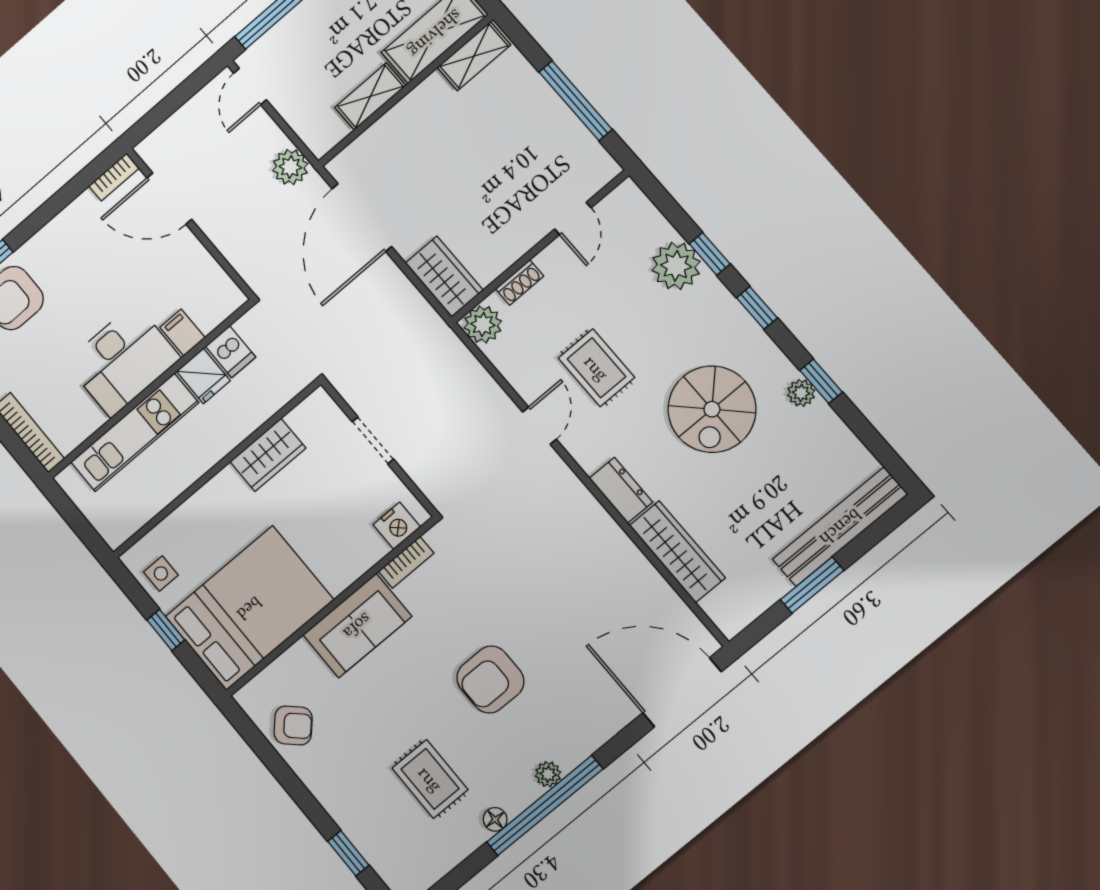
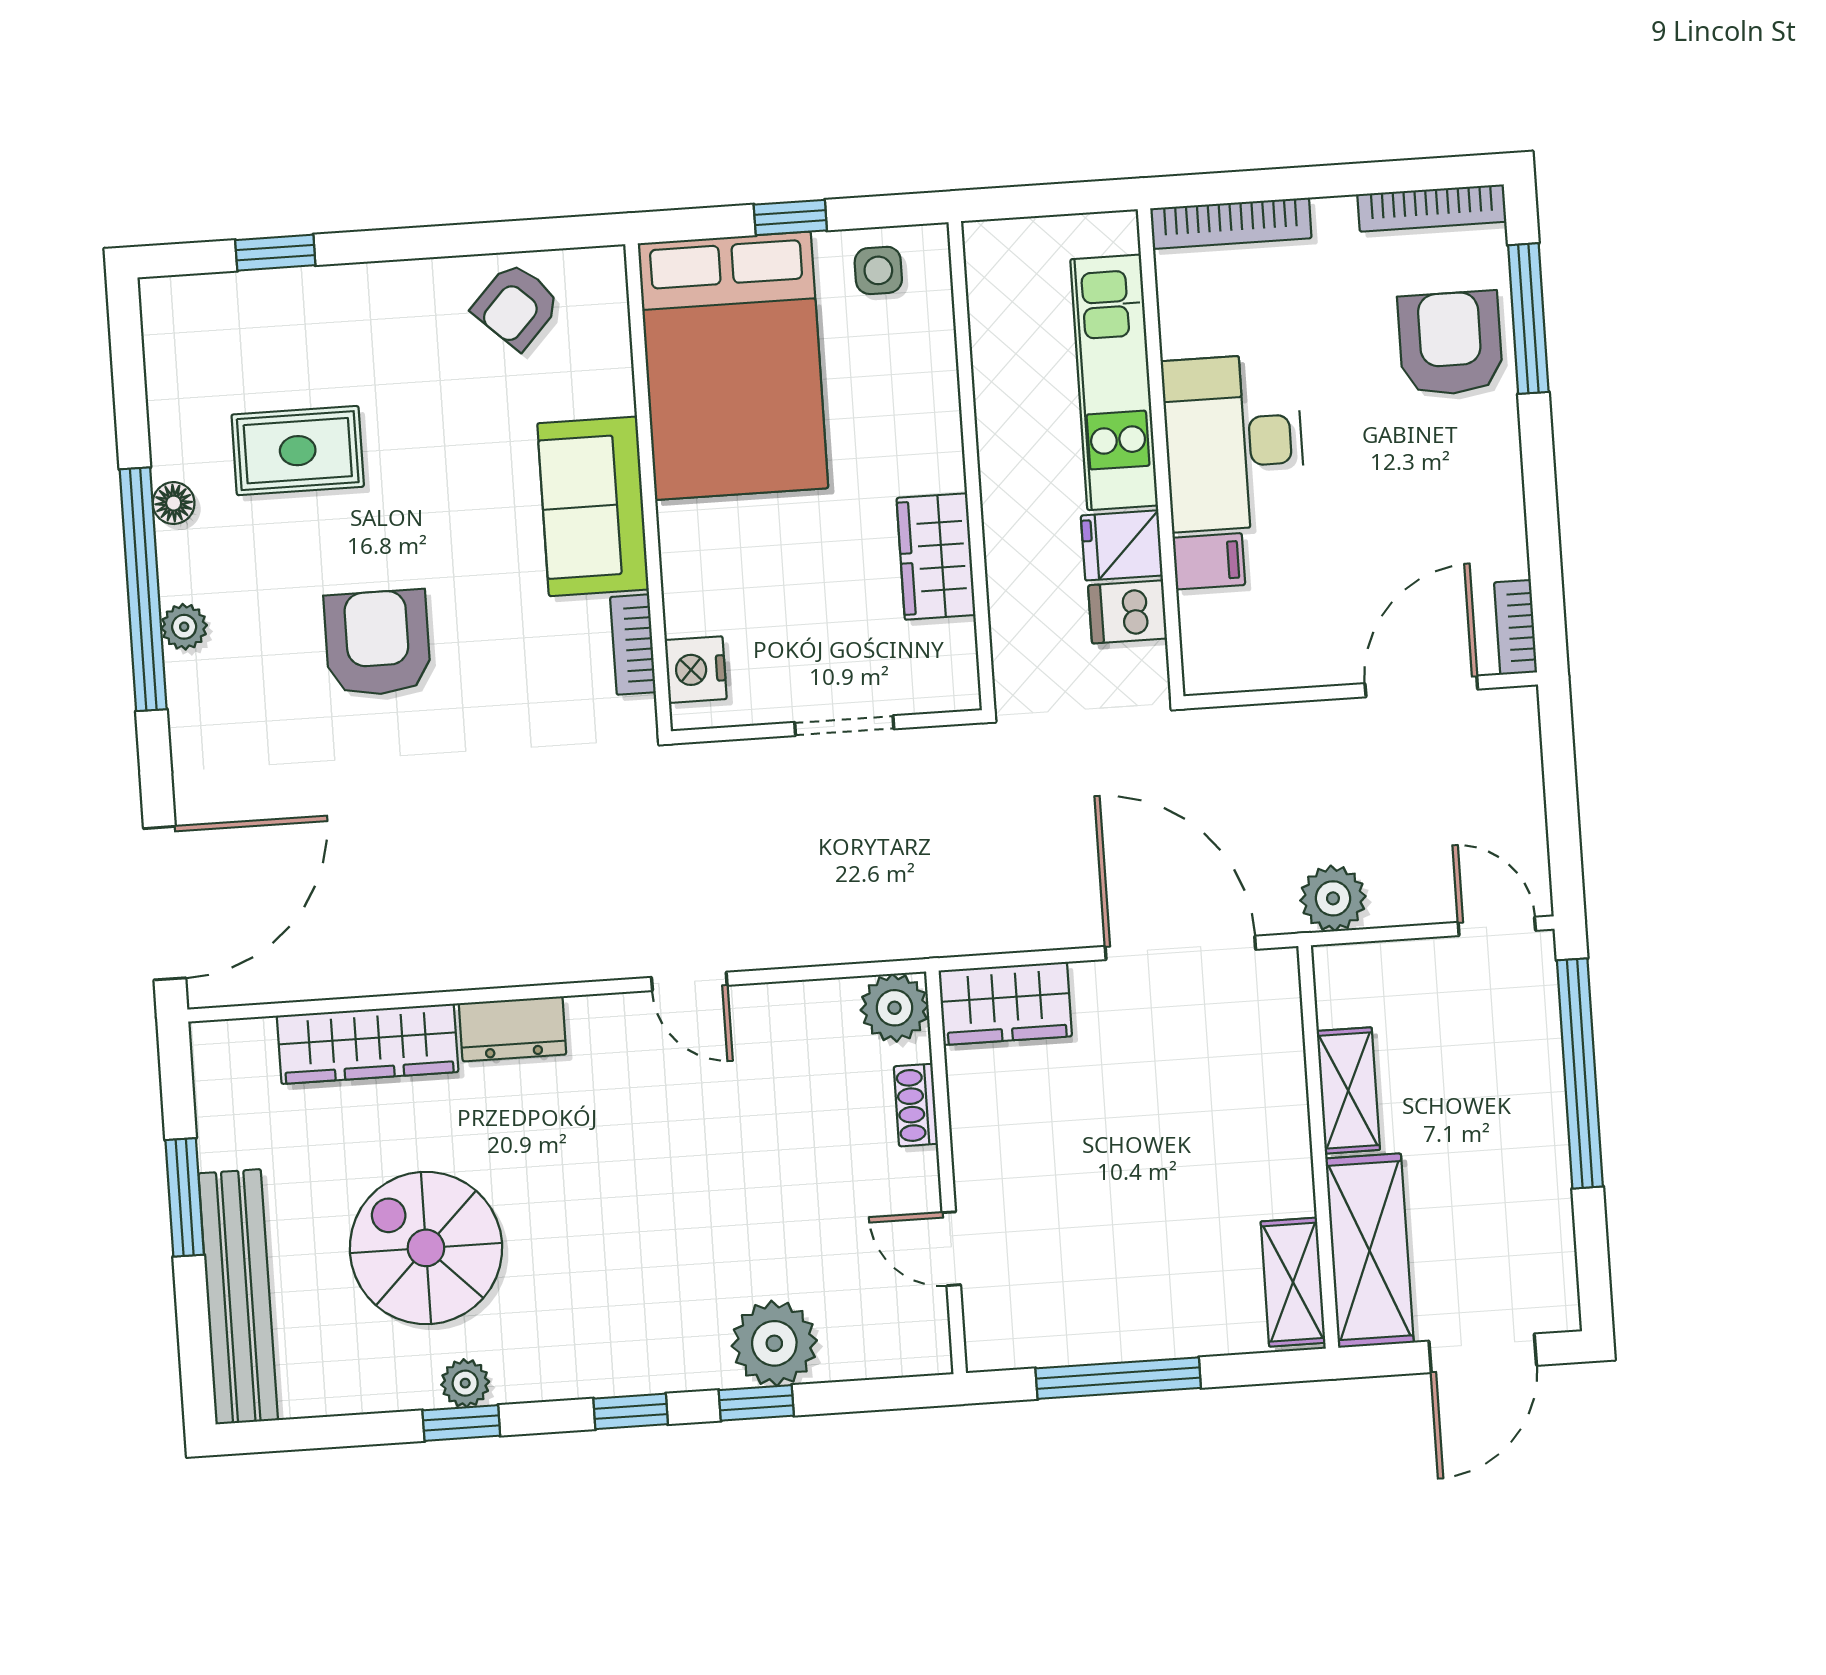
rug: (596, 368) -> (712, 1124), removed
spiral stairs: (712, 409) -> (426, 1248), moved

